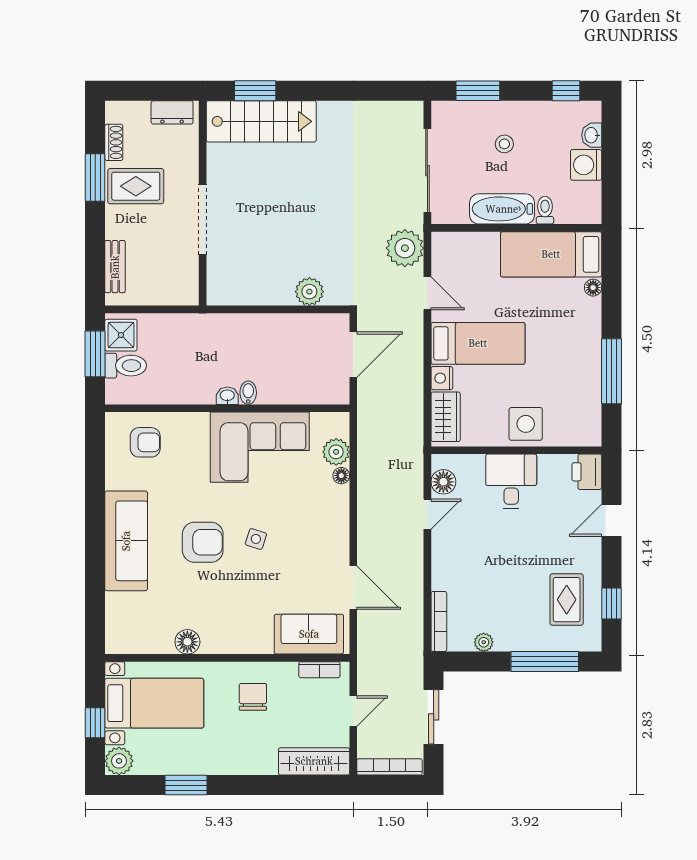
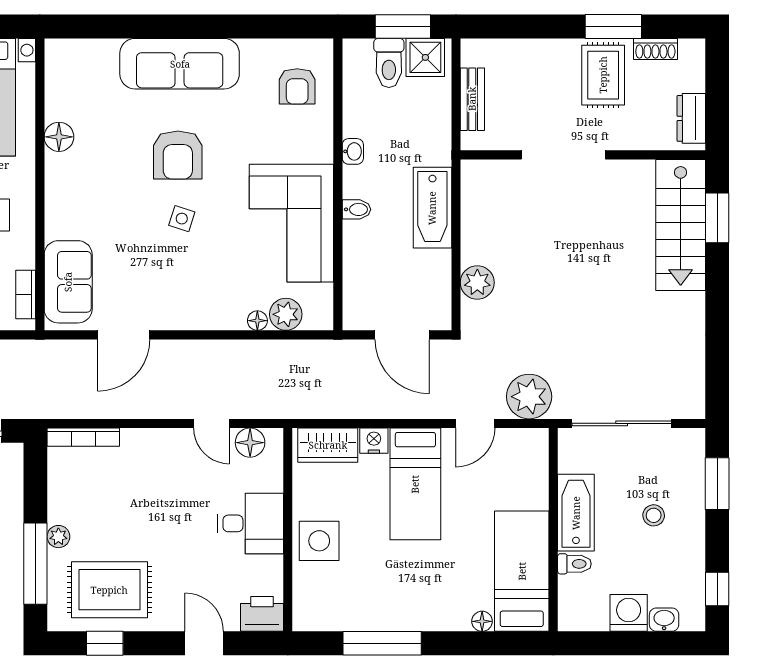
bench: (115, 267) -> (472, 99), moved, turned 90
bathtub: (247, 329) -> (432, 208), added
washbasin: (227, 396) -> (353, 151), moved
rug: (567, 600) -> (109, 590), width x1.36, depth x1.43
plant: (484, 642) -> (58, 537), moved

